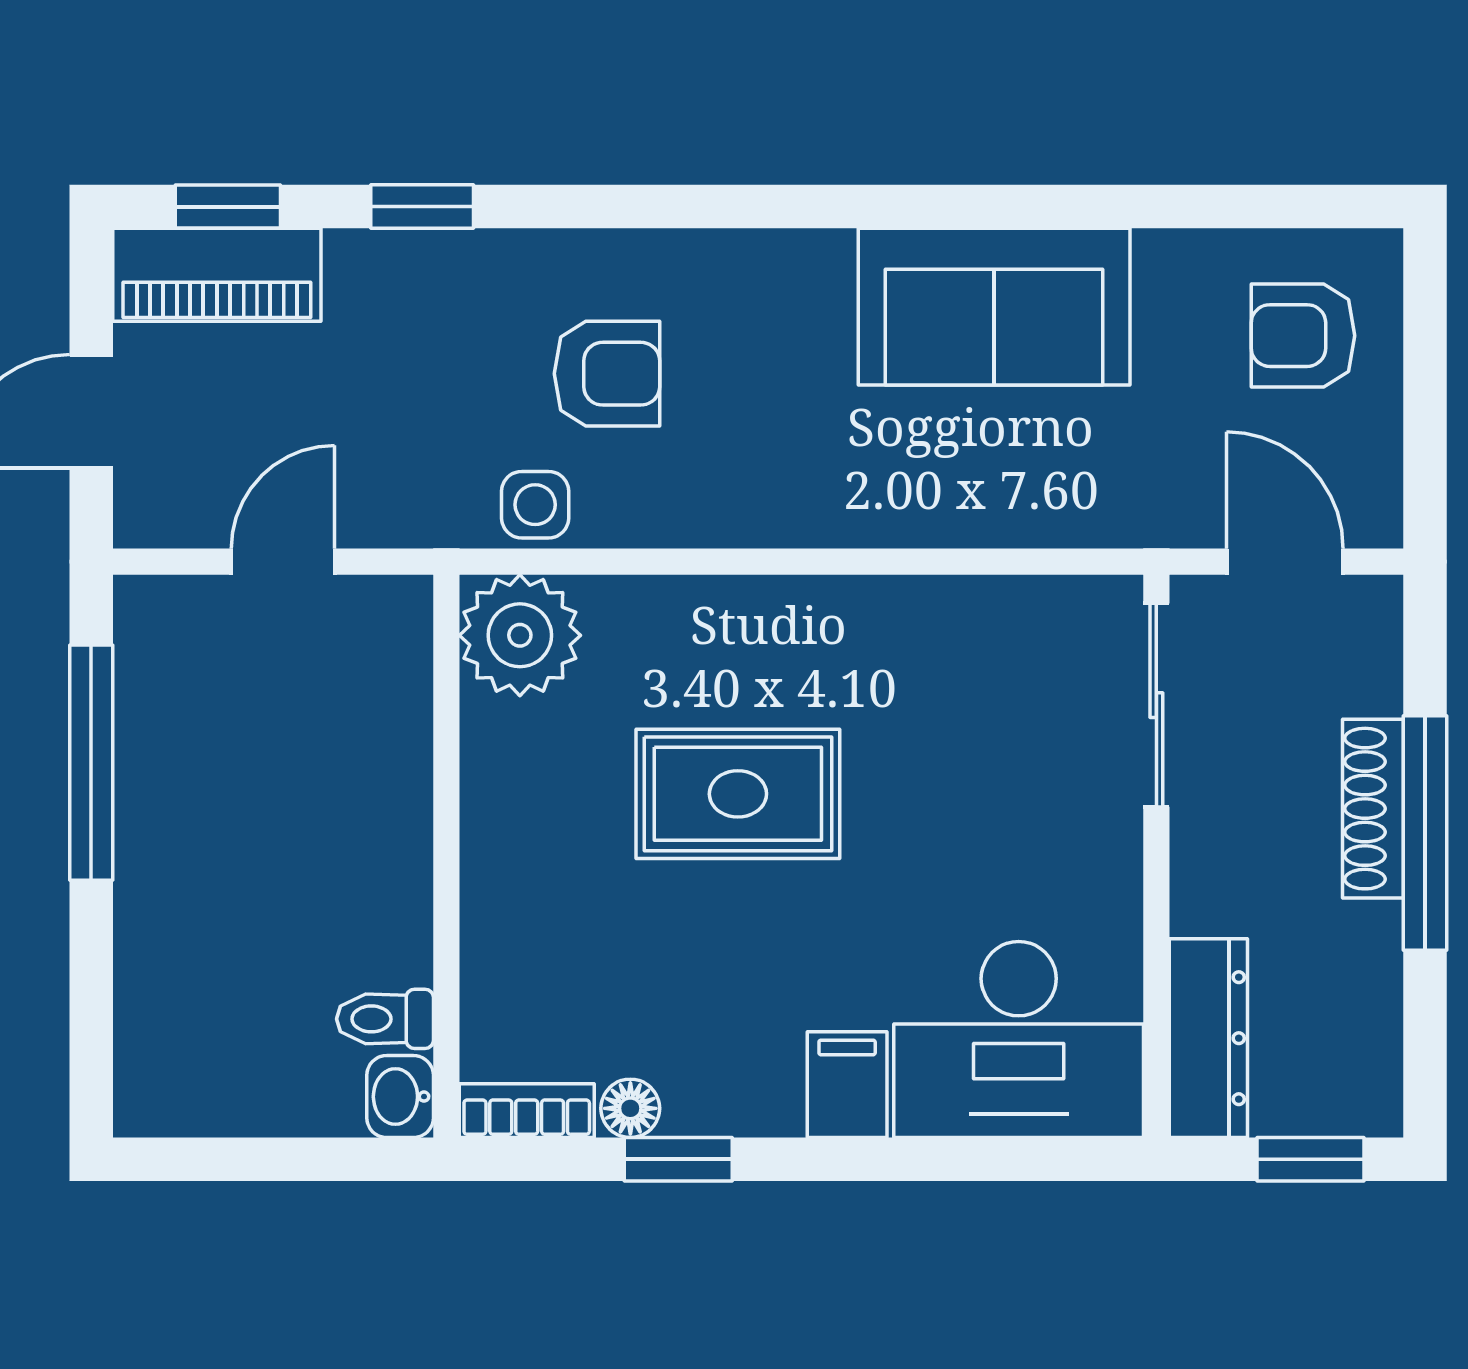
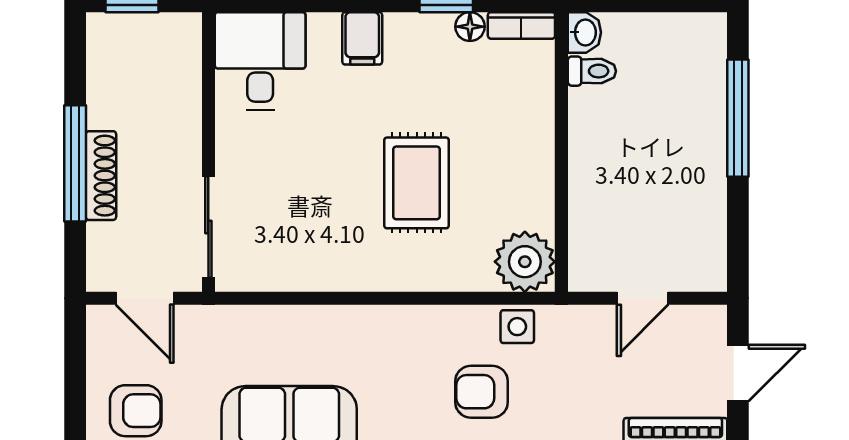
window: (91, 763) -> (738, 118), moved
rug: (738, 794) -> (417, 183), turned 90
dresser: (1208, 1038) -> (183, 61), removed
desk: (1019, 1040) -> (260, 61), width x0.73

